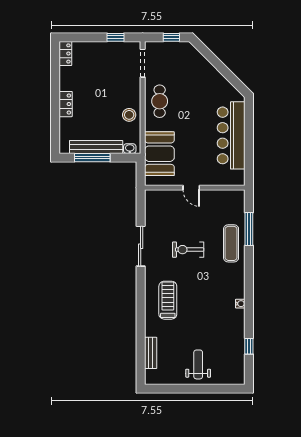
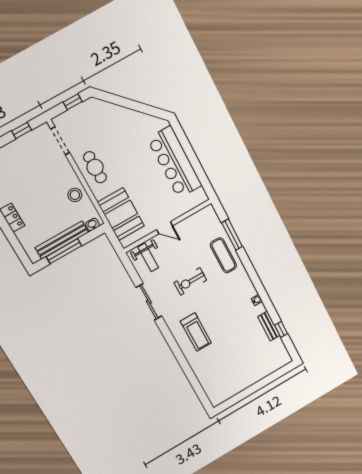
treadmill: (168, 300) -> (196, 332), turned 180
bench: (151, 353) -> (269, 326), moved
weight bench: (198, 364) -> (148, 257), moved, turned 180

